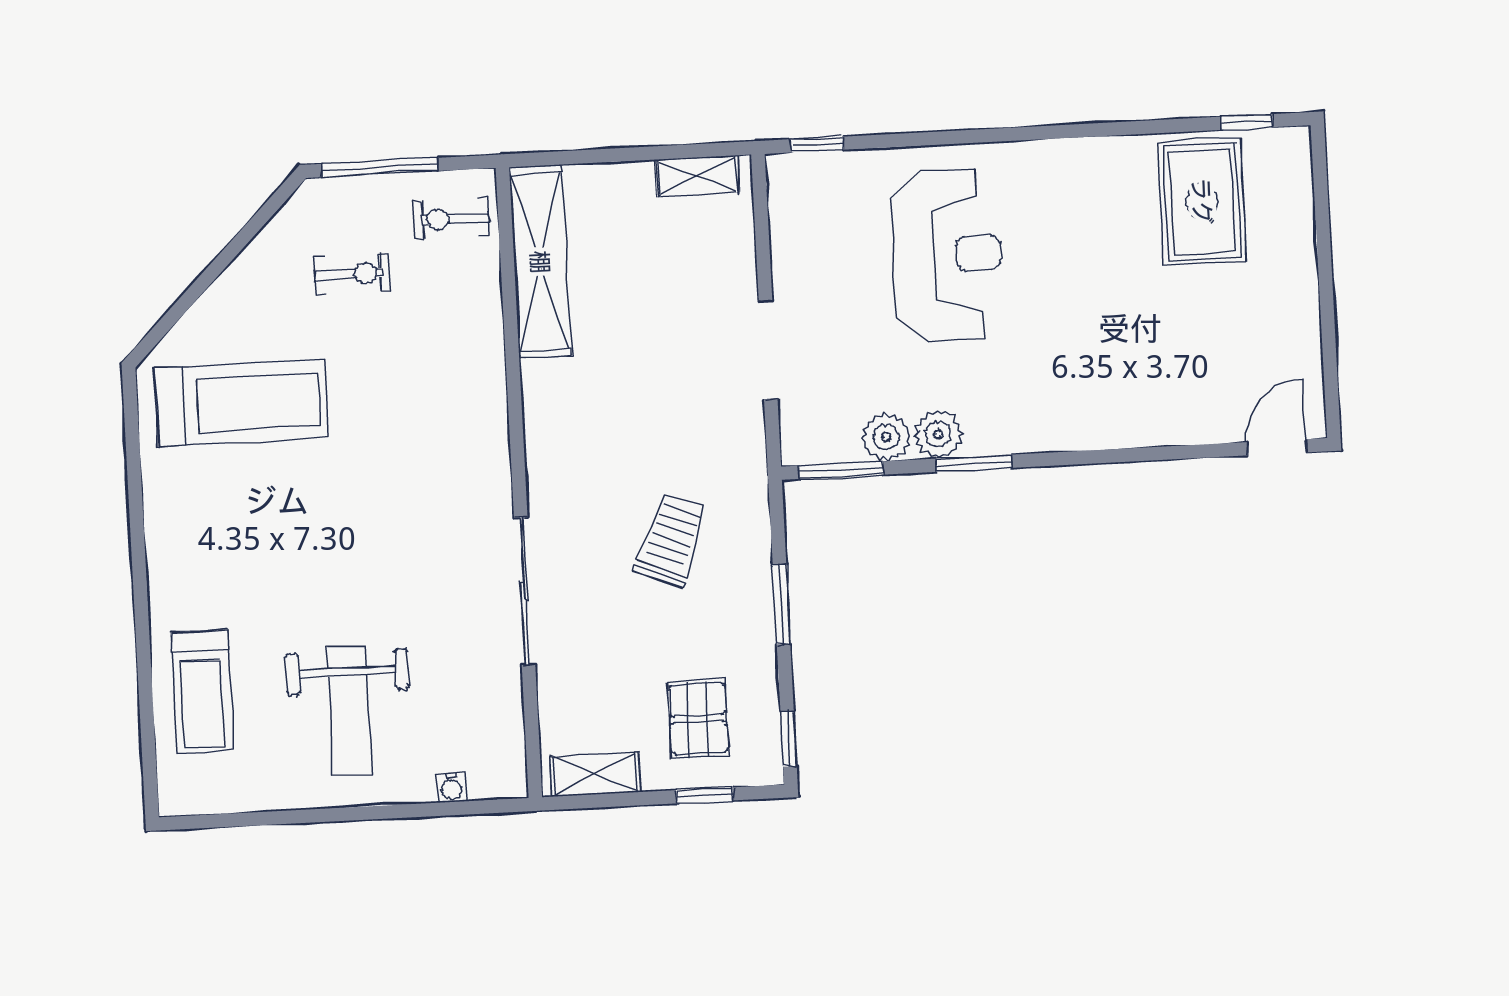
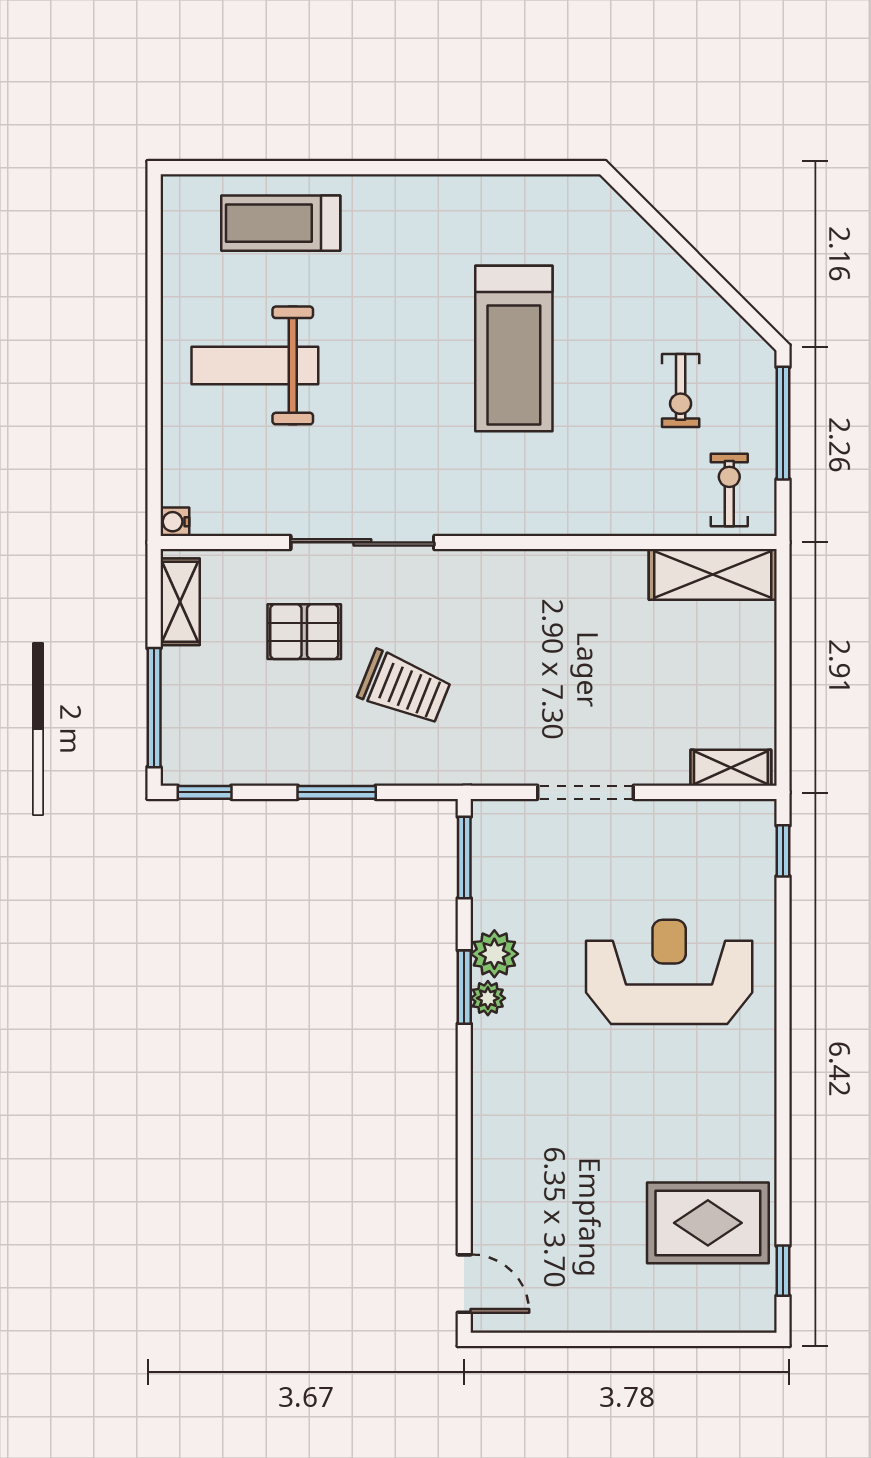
shelving: (697, 176) -> (731, 768), moved, turned 90
reception desk: (947, 254) -> (669, 972), turned 180
shelving: (540, 262) -> (713, 574), width x0.68
treadmill: (241, 403) -> (514, 349), moved
plant: (886, 437) -> (488, 998), moved, width x0.73, depth x0.73
pallet: (698, 719) -> (304, 632), moved
water cooler: (452, 787) -> (175, 522), moved
window: (705, 795) -> (154, 708), width x2.17

